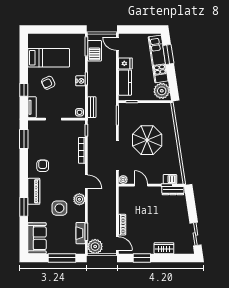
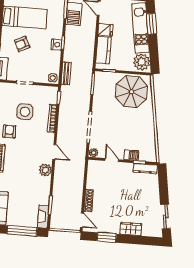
parasol: (147, 140) -> (131, 92), moved
barbecue: (170, 179) -> (131, 155), moved
side table: (59, 208) -> (25, 112), moved
fireplace: (81, 233) -> (43, 217), moved
plant: (95, 246) -> (58, 221), removed

